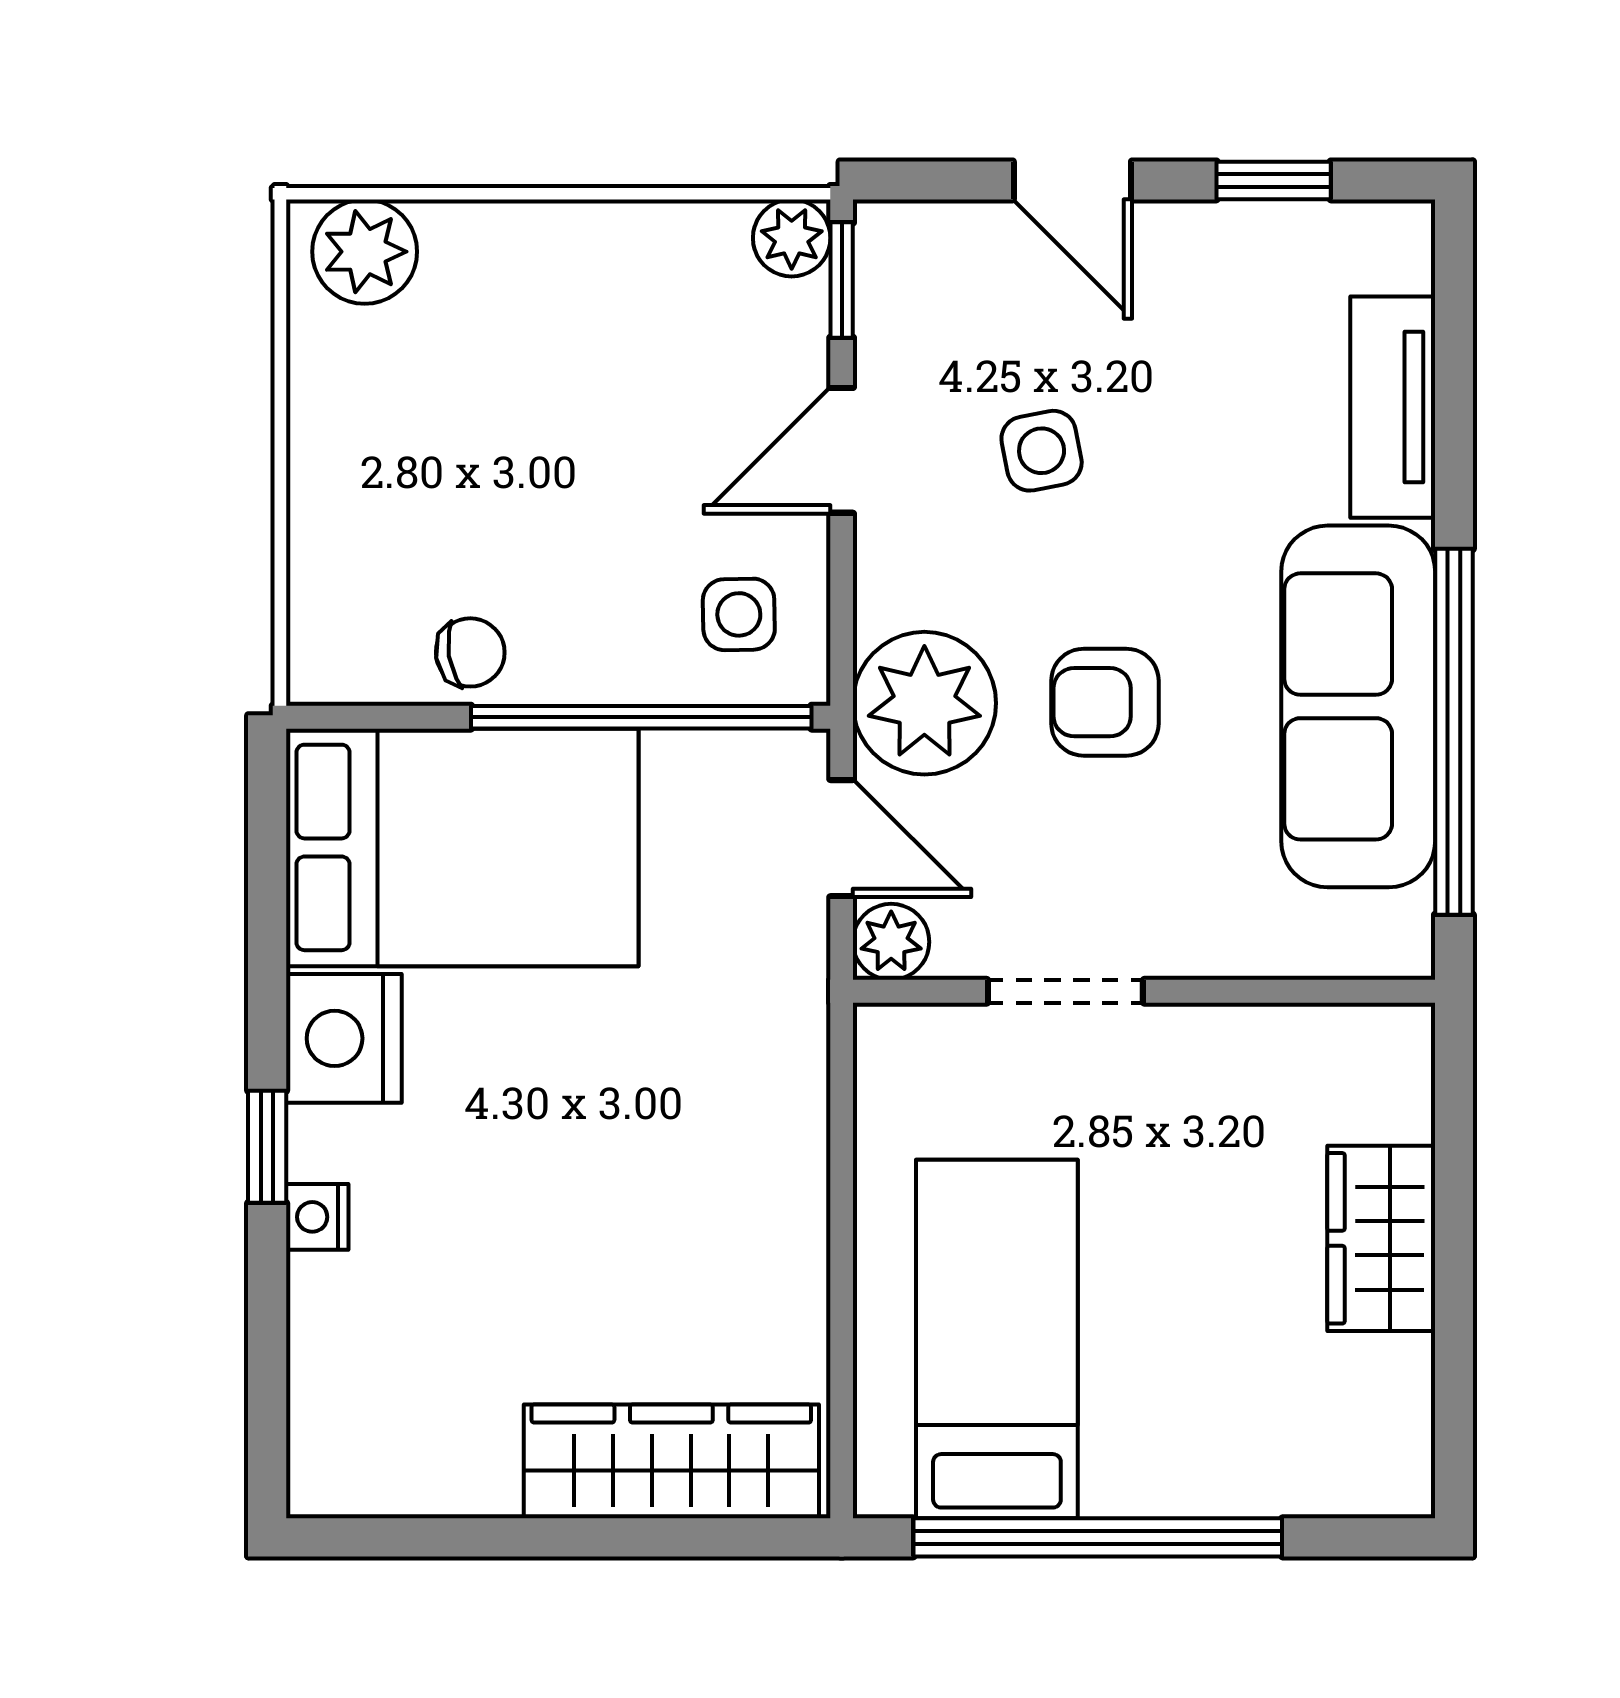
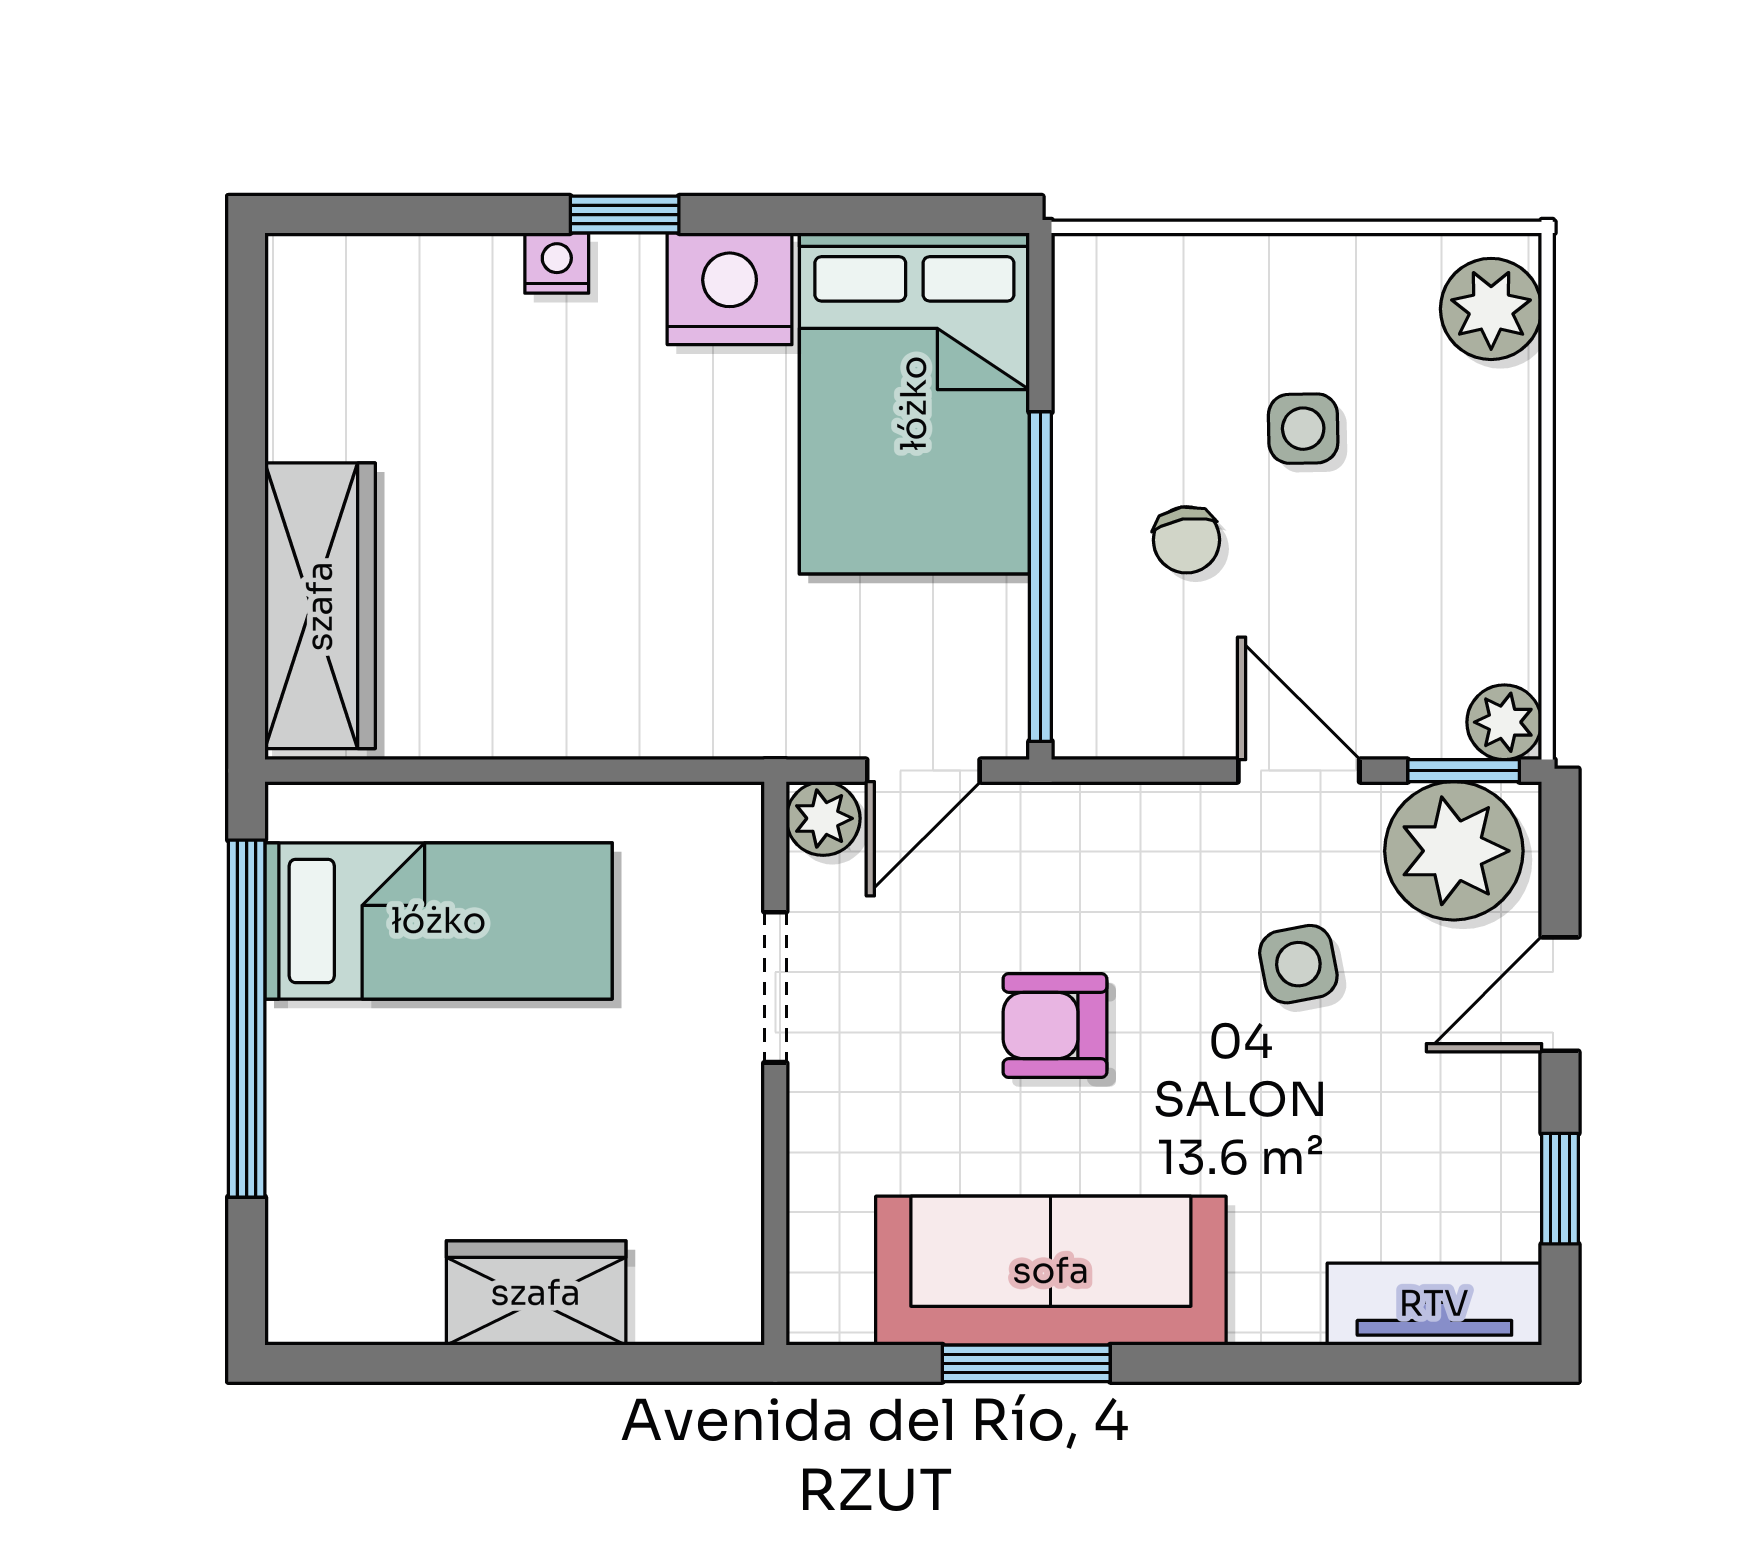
tv unit: (1393, 407) -> (1434, 1304), moved
side table: (739, 614) -> (1303, 429), moved
chair: (470, 652) -> (1186, 540), moved
armchair: (1105, 702) -> (1055, 1026), turned -90
plant: (924, 703) -> (1454, 851), moved
window: (1454, 732) -> (1026, 1363), width x0.47

